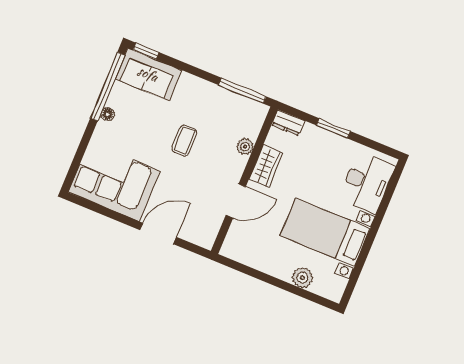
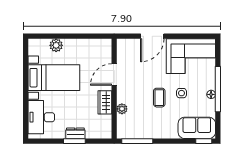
window: (108, 87) -> (218, 89), moved
dresser: (288, 123) -> (75, 133), moved
side table: (150, 134) -> (181, 93), added

